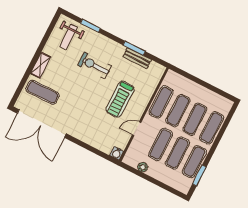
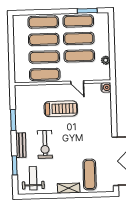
weight bench: (69, 37) -> (33, 178), turned -90
bench: (137, 58) -> (21, 145), moved

